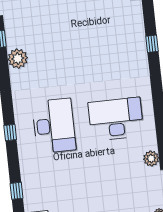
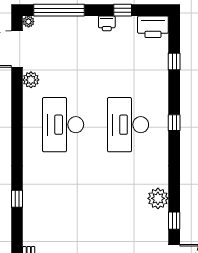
desk: (116, 119) -> (63, 125), turned 90

